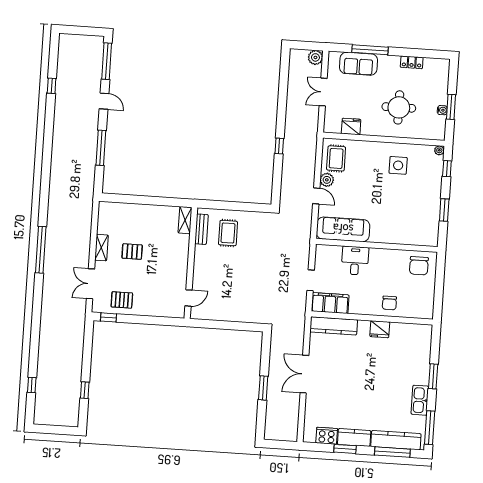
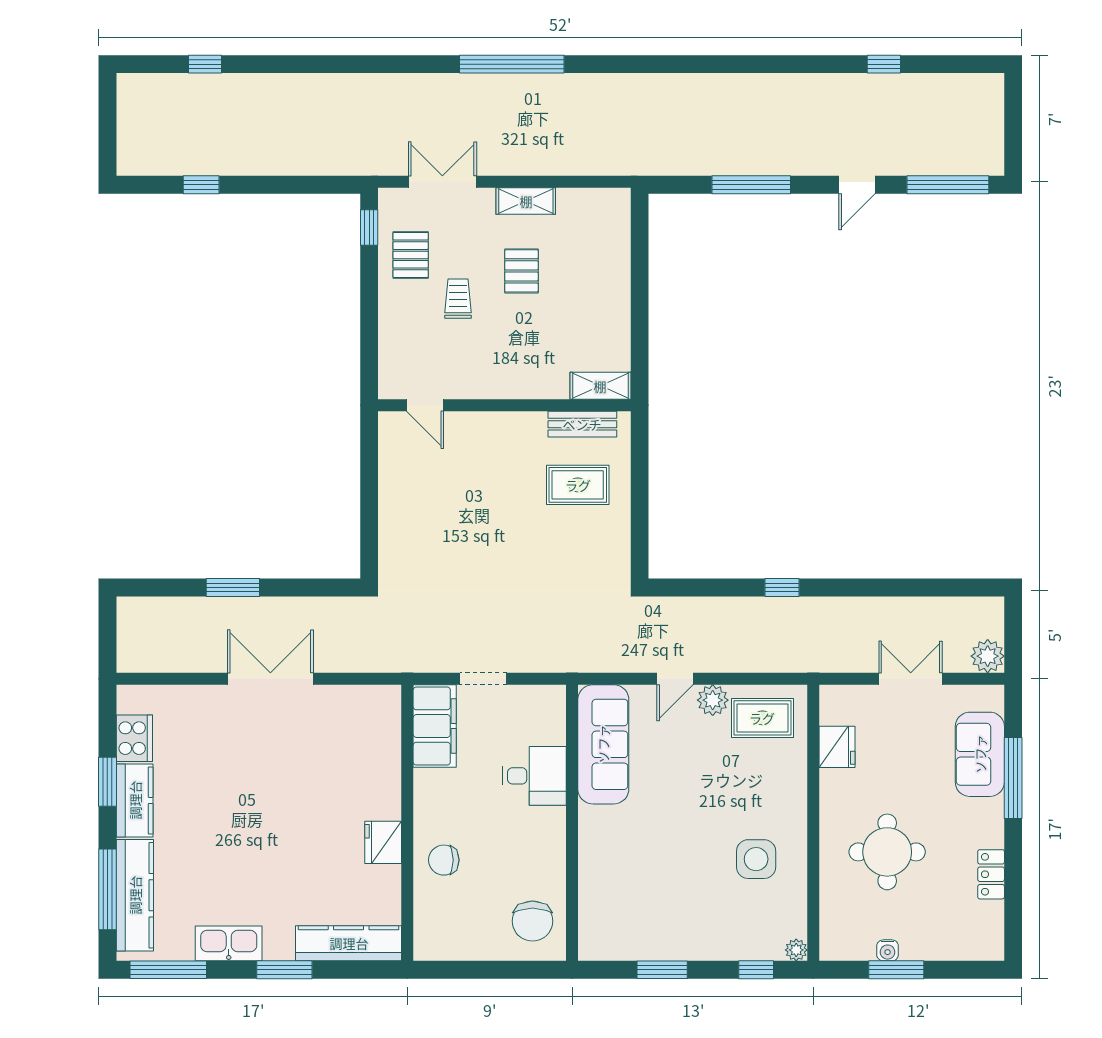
chair: (419, 266) -> (532, 921), turned -90
trolley: (142, 280) -> (458, 299), added
kitchen counter: (334, 326) -> (349, 943), moved, turned 90

